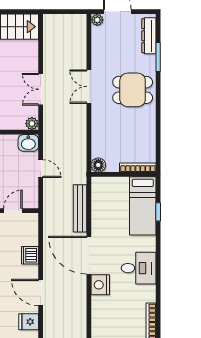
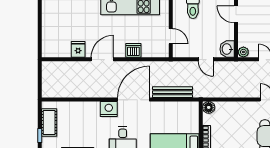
door: (41, 169) -> (206, 59), hinge flipped

